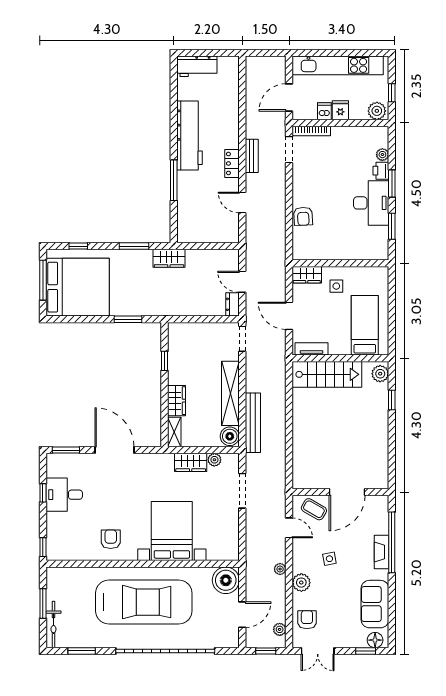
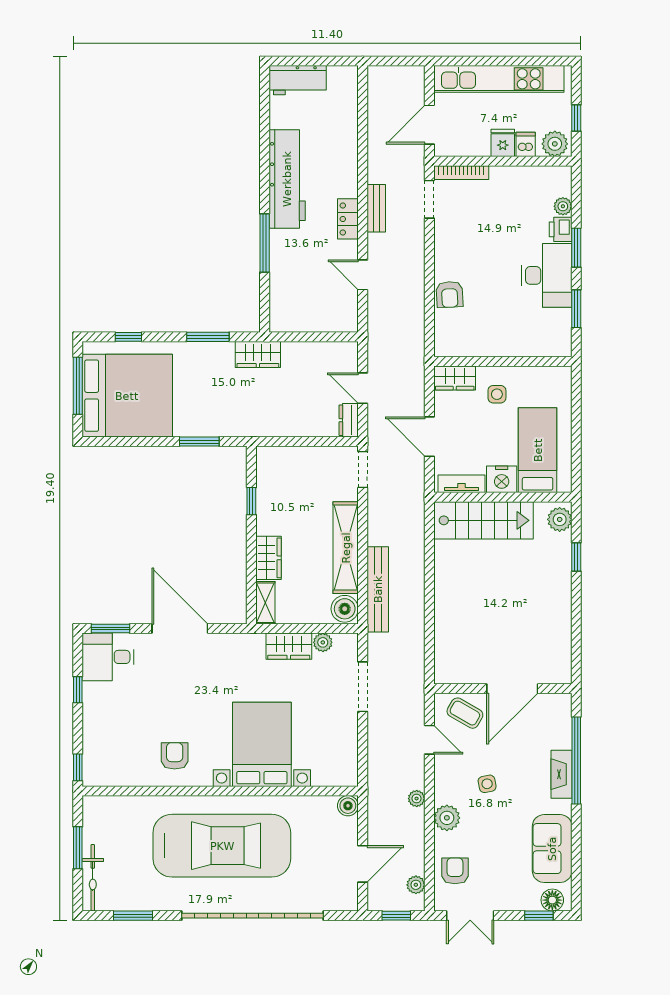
dishwasher: (324, 111) -> (526, 144), moved
nightstand: (340, 346) -> (502, 479), added
desk: (64, 495) -> (108, 657), moved
boiler: (226, 580) -> (348, 806), width x0.54, depth x0.54

